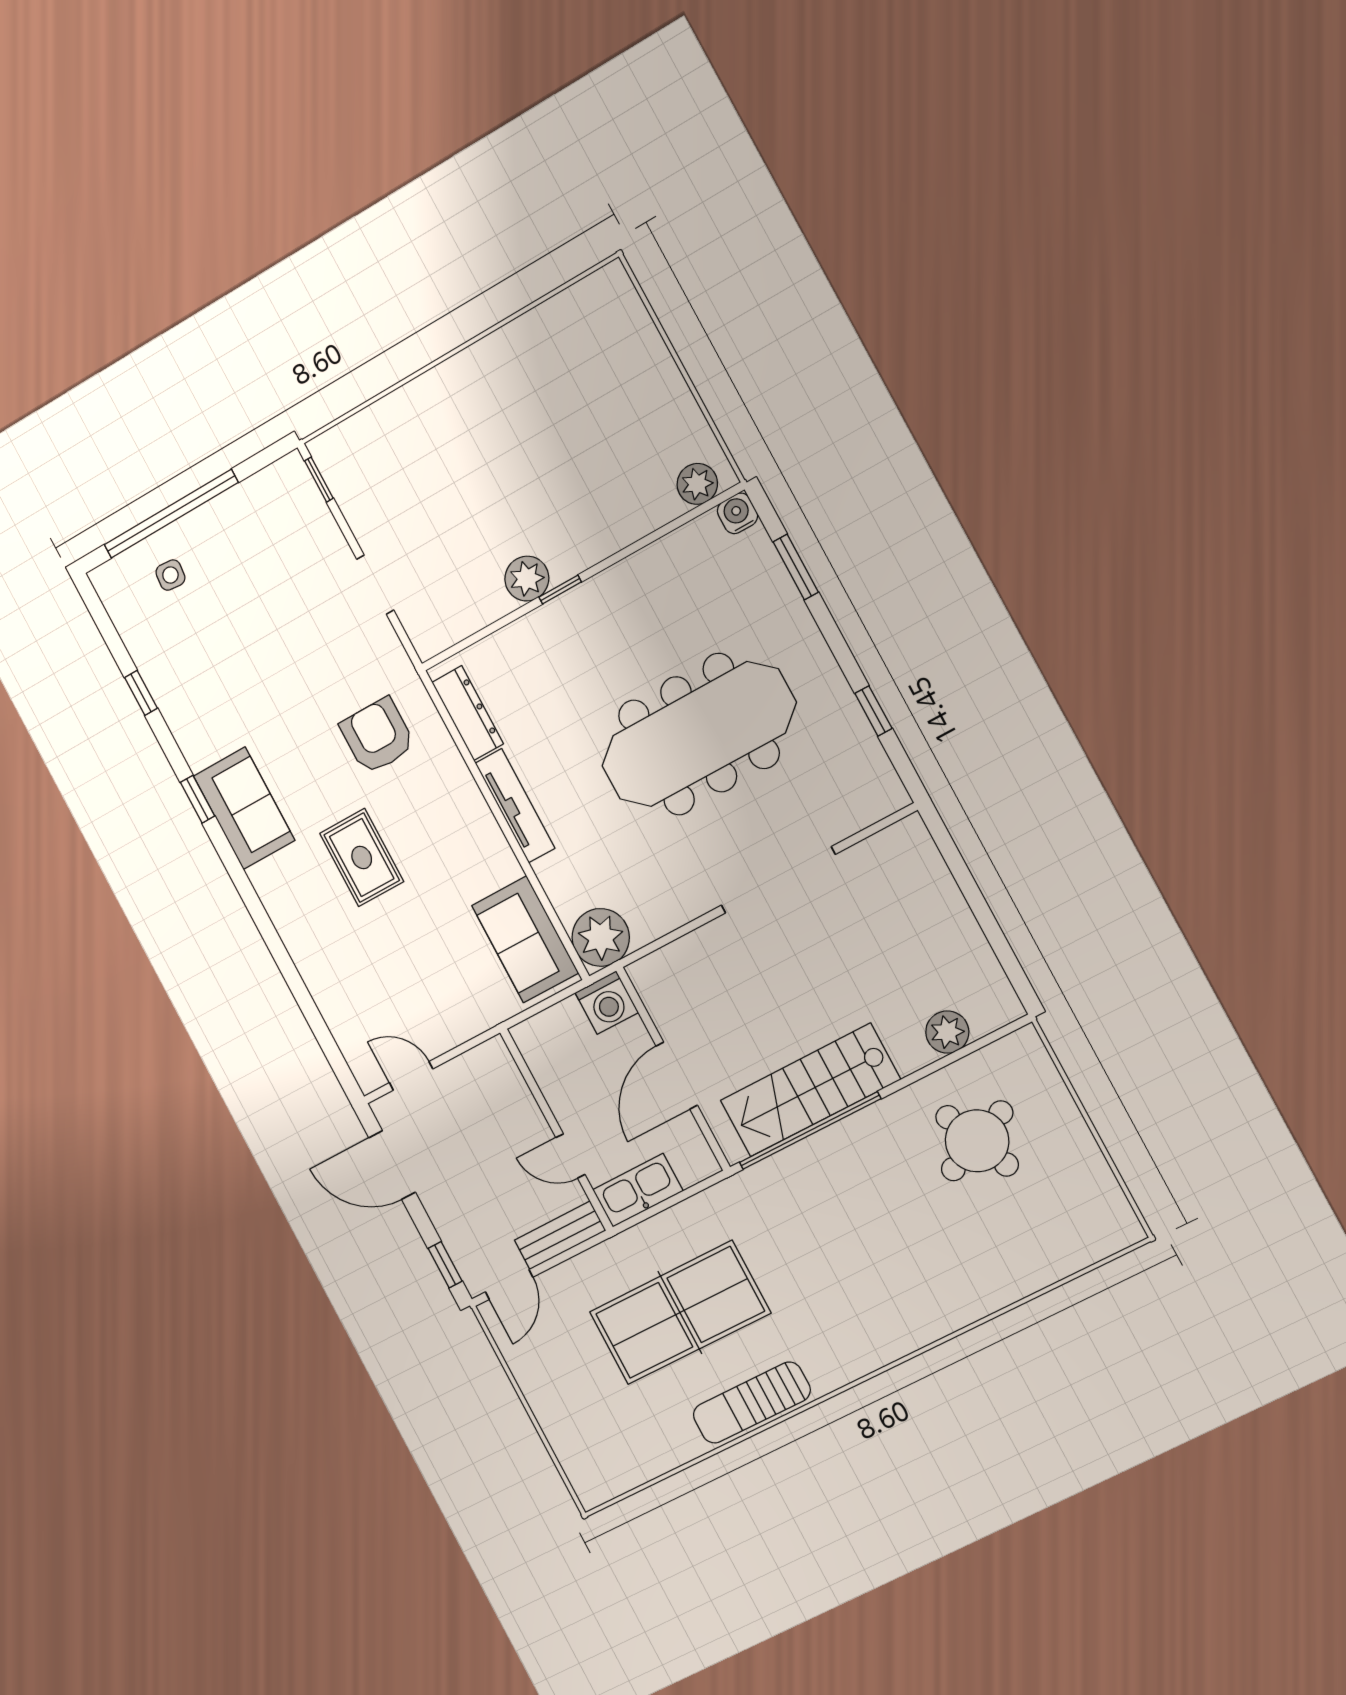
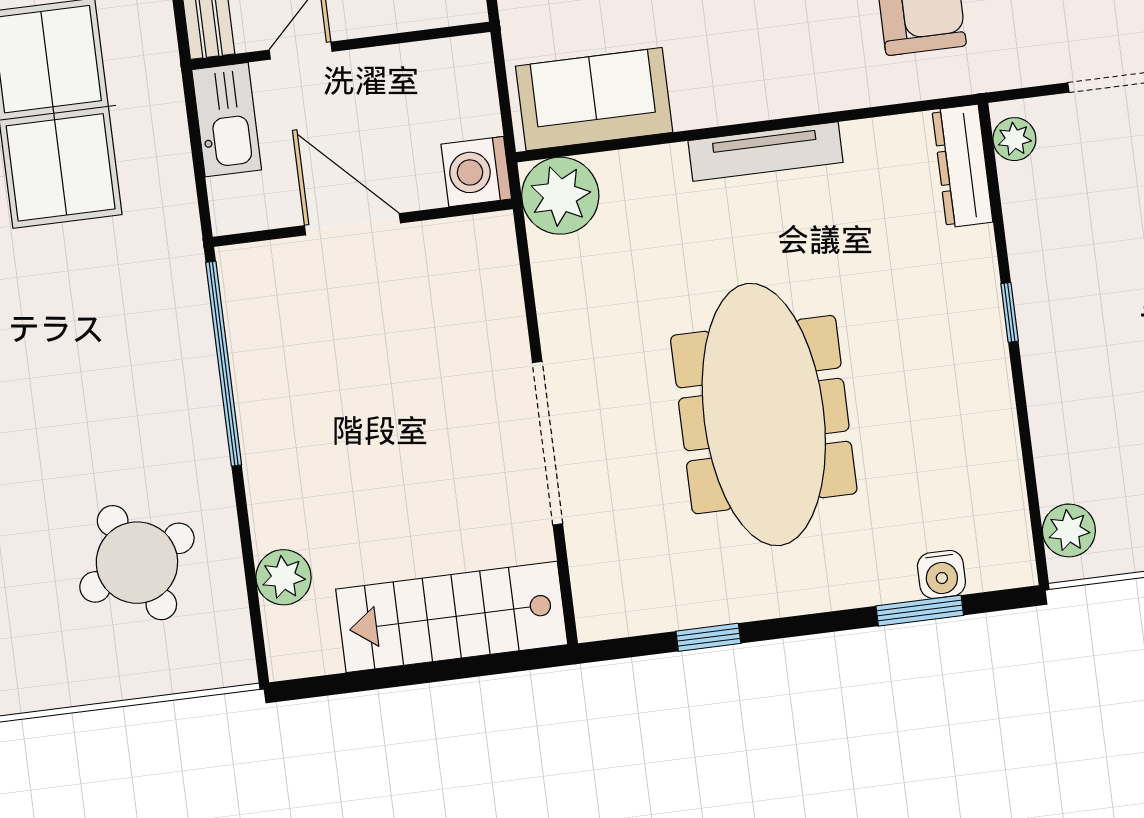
water cooler: (737, 513) -> (941, 574), moved, turned 90
plant: (527, 579) -> (1014, 139), moved, width x0.73, depth x0.73
dresser: (468, 713) -> (962, 166), moved, turned 90
stairs: (810, 1090) -> (452, 617), moved, turned -90

